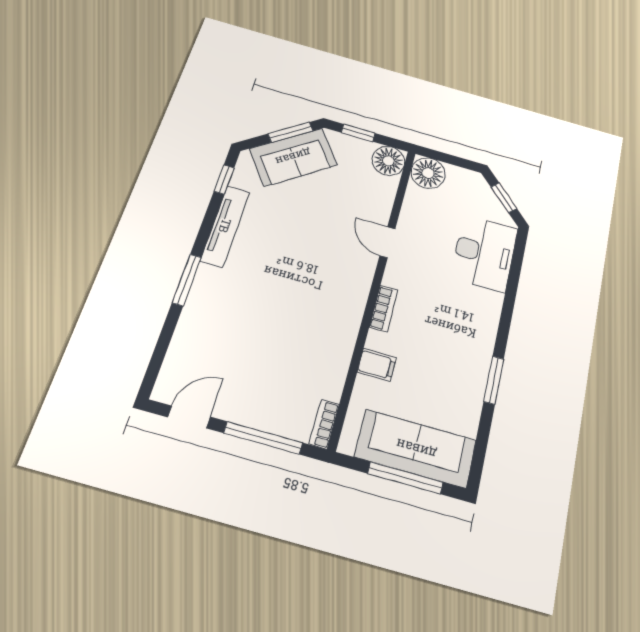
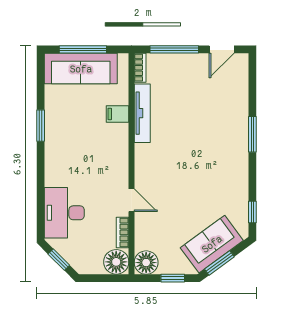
tv unit: (225, 226) -> (142, 113), moved, turned 180
bookcase: (384, 309) -> (122, 232), moved

